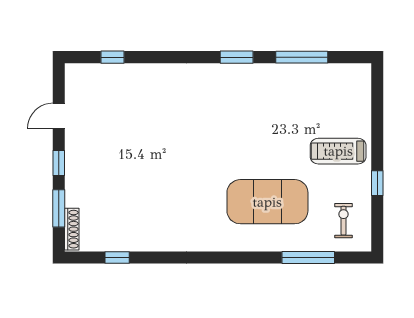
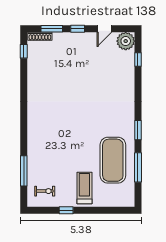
plant: (80, 79) -> (126, 41), added
door: (59, 116) -> (104, 29), swing flipped
exercise mat: (267, 202) -> (113, 160), moved
window: (117, 257) -> (24, 51), moved

